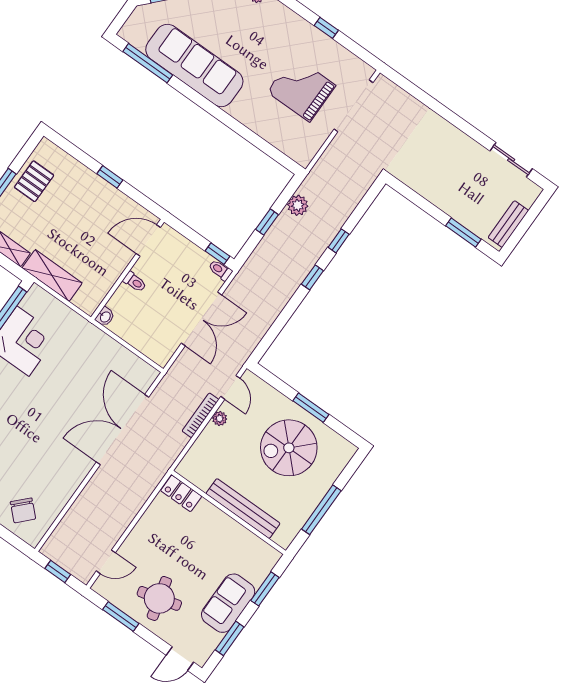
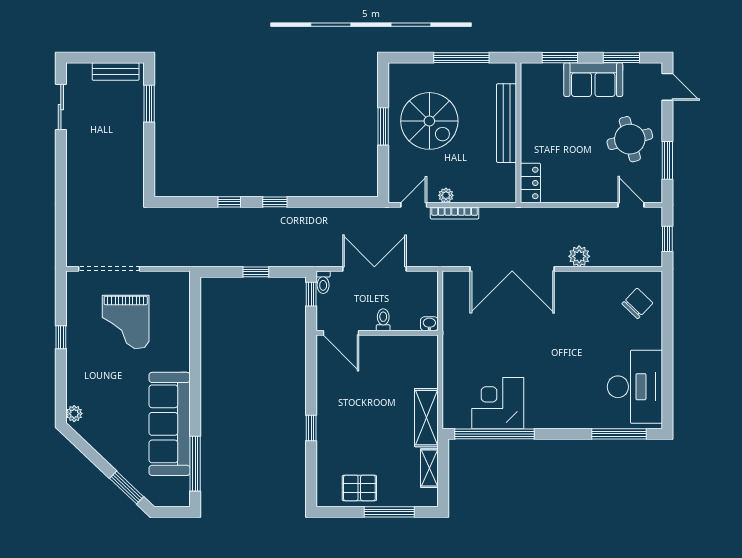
plant: (298, 205) -> (579, 256), moved
door: (148, 241) -> (341, 333), moved
wall: (128, 270) -> (377, 333), moved
toilet: (135, 282) -> (383, 320), moved
washbasin: (105, 317) -> (429, 324), moved

